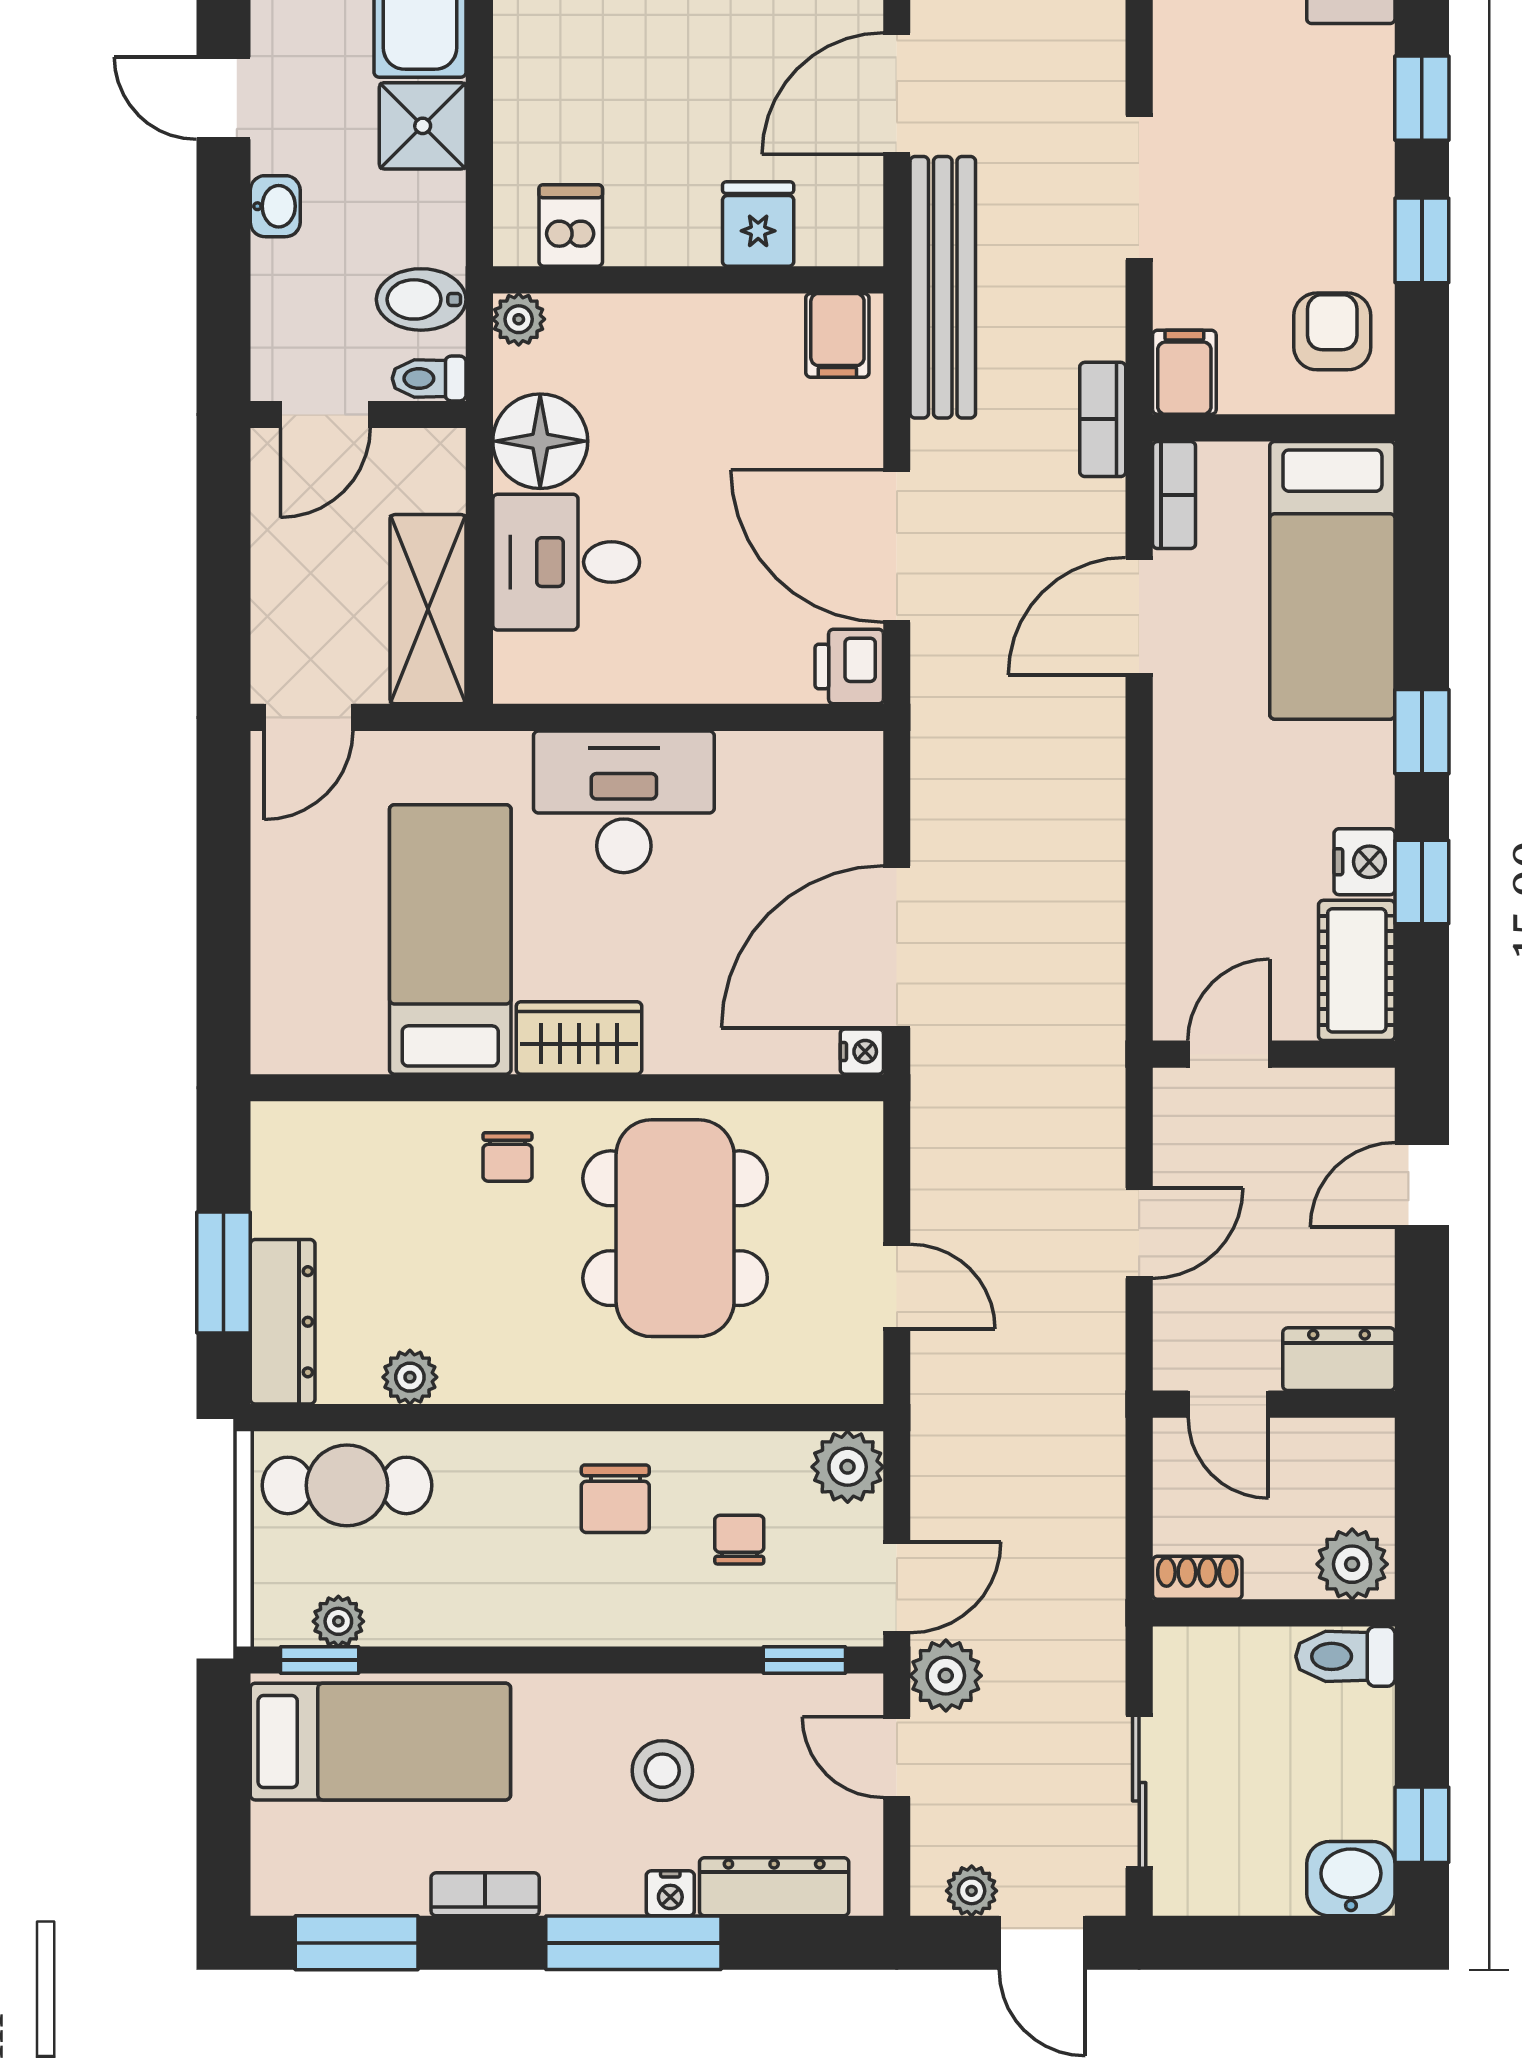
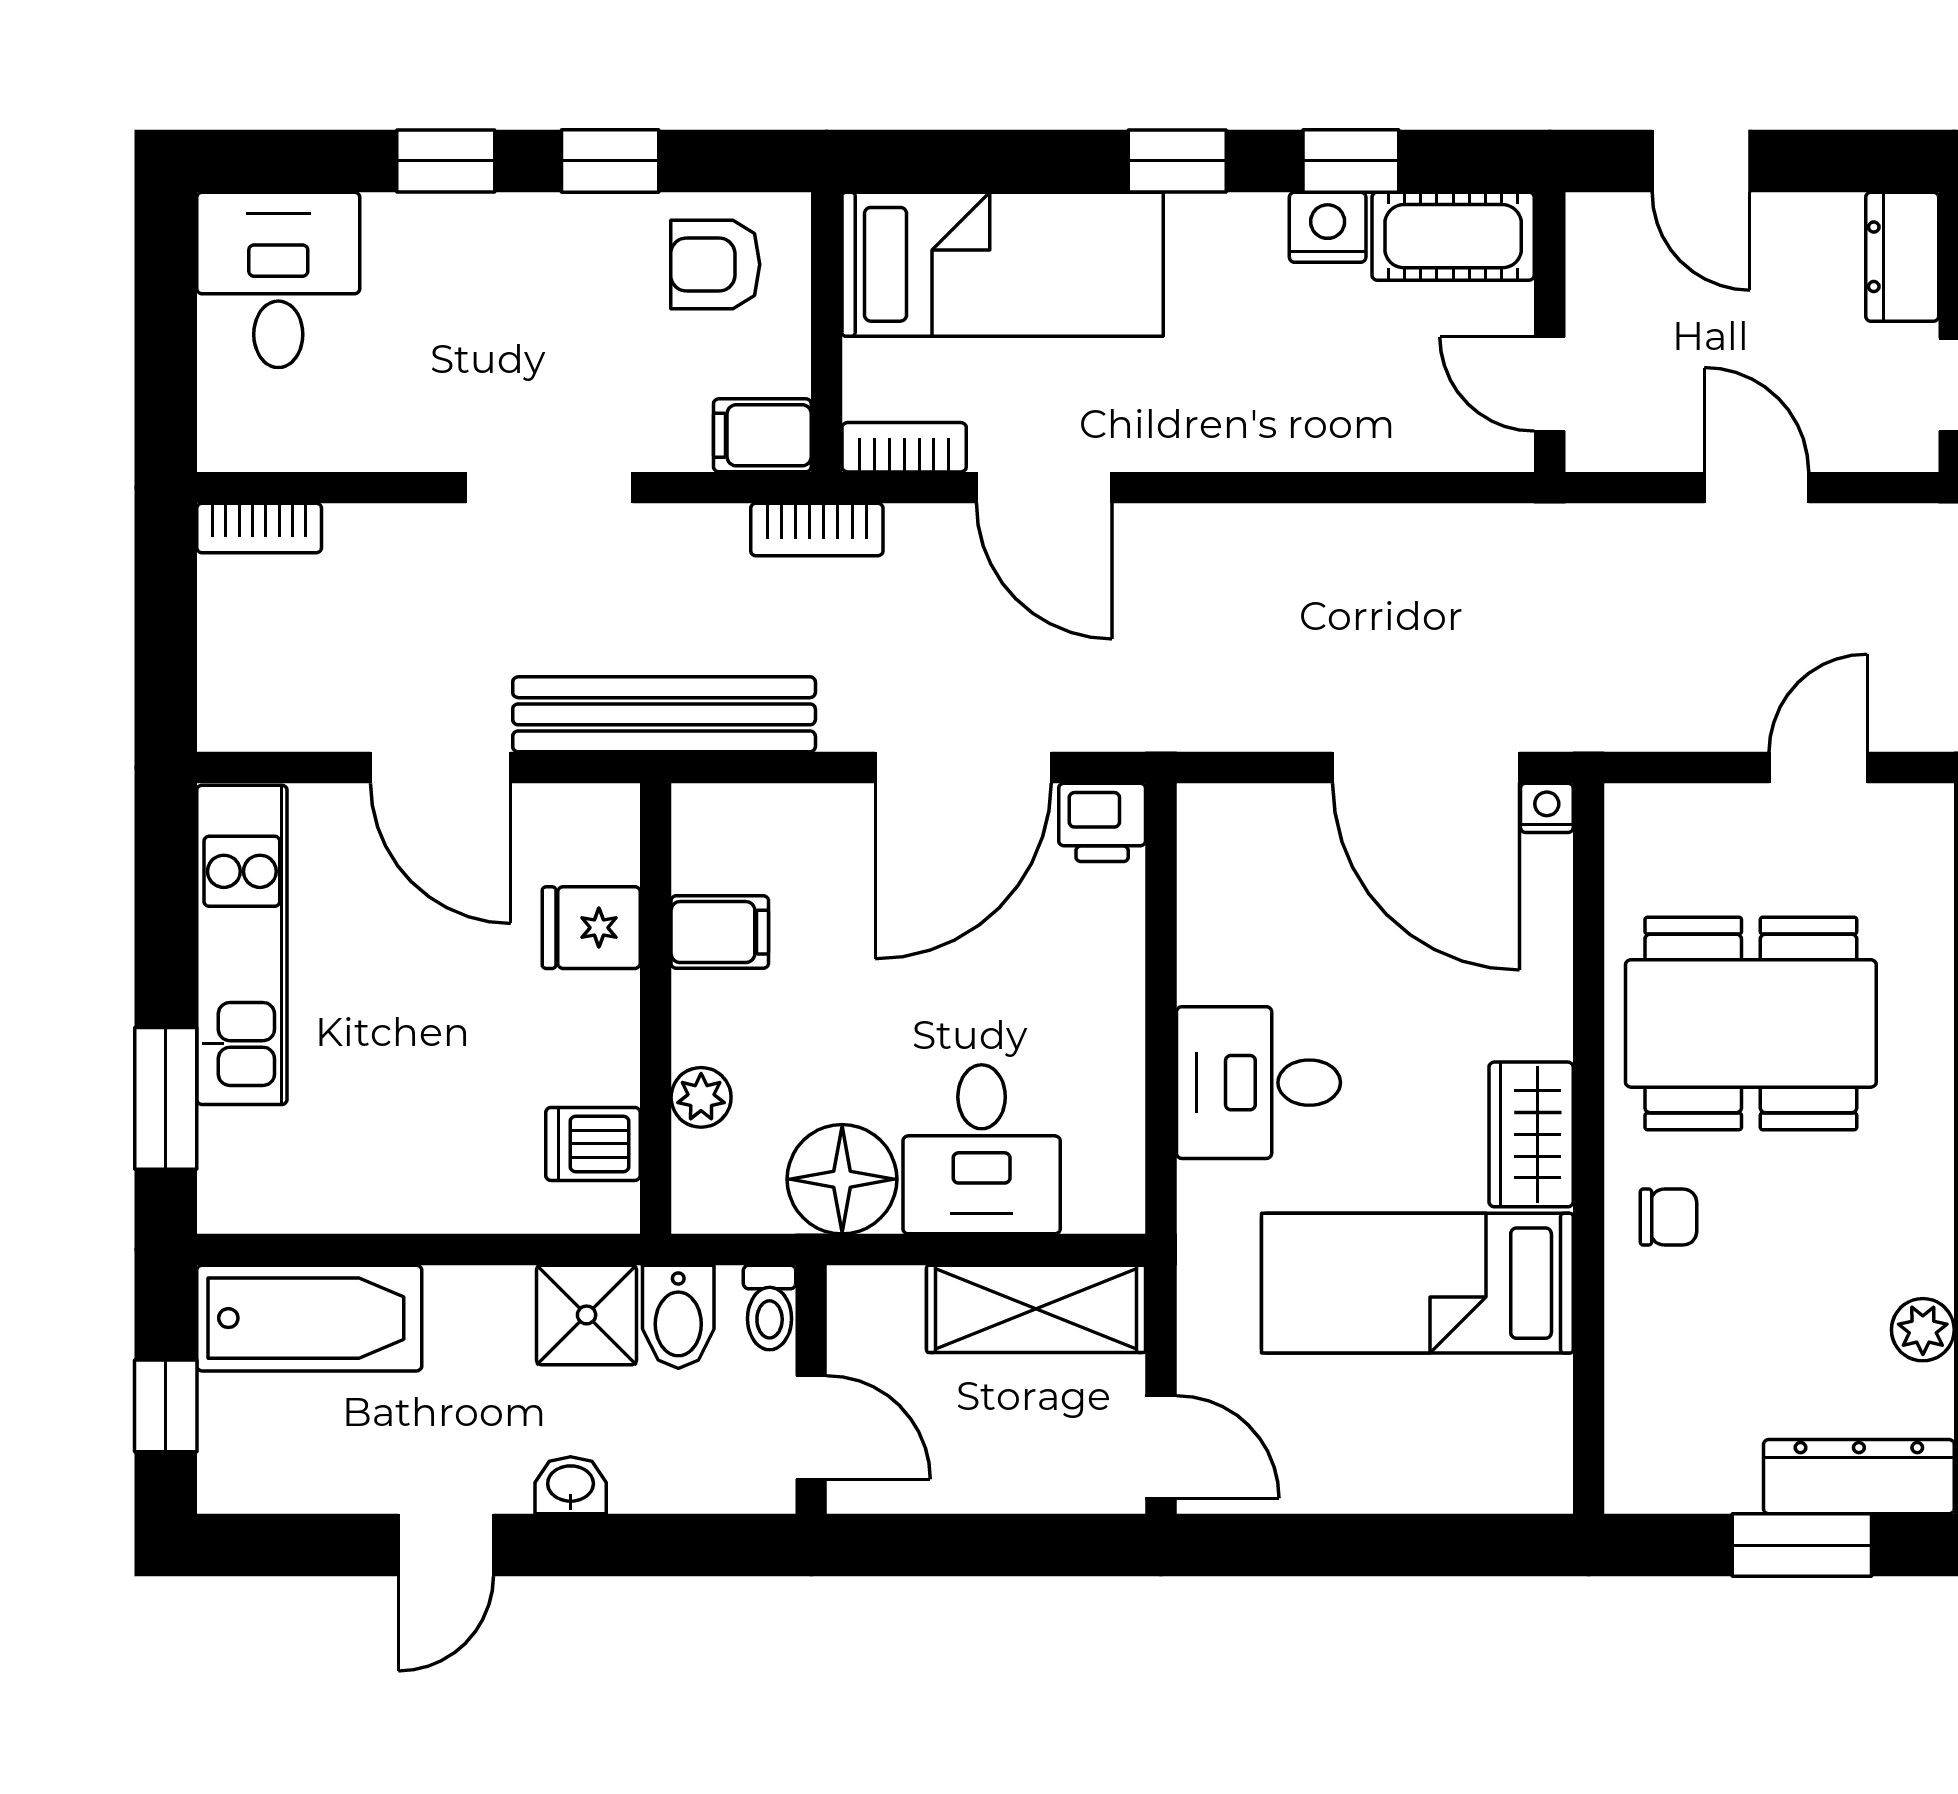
shower: (423, 126) -> (587, 1315), moved
plant: (519, 319) -> (701, 1097), moved
filing cabinet: (837, 335) -> (720, 932), moved
desk: (624, 802) -> (1258, 1083), width x0.73

